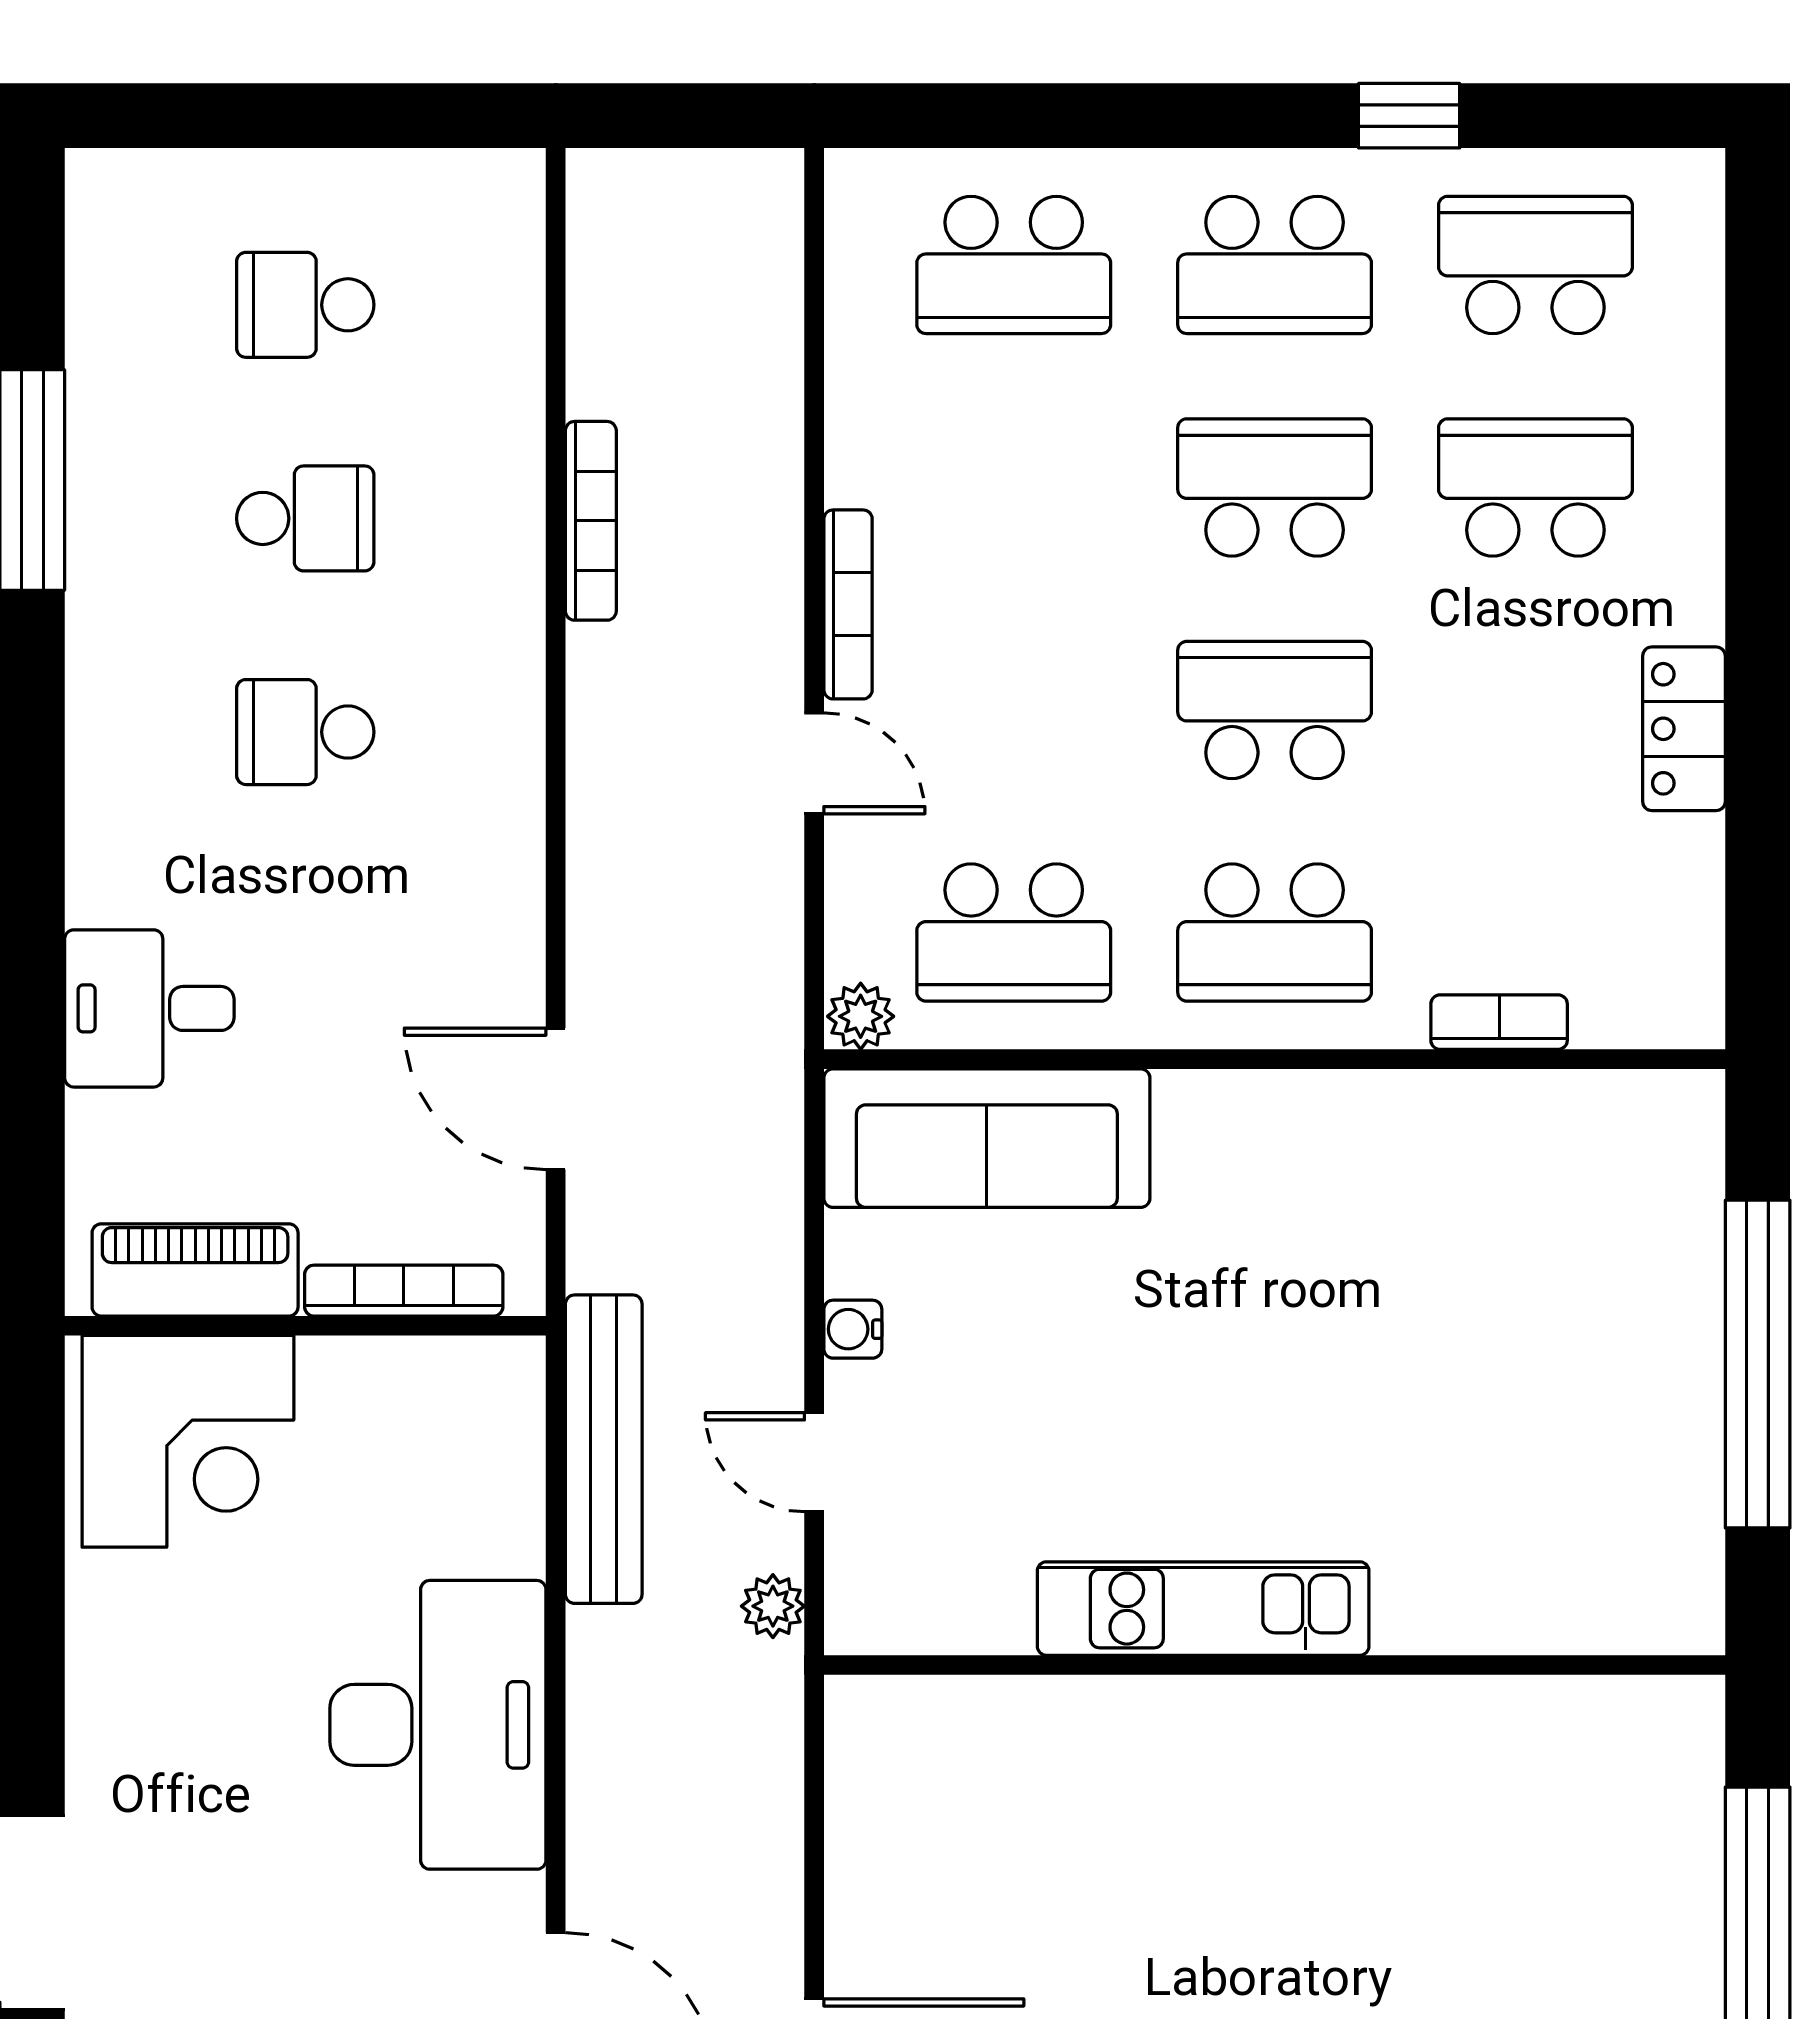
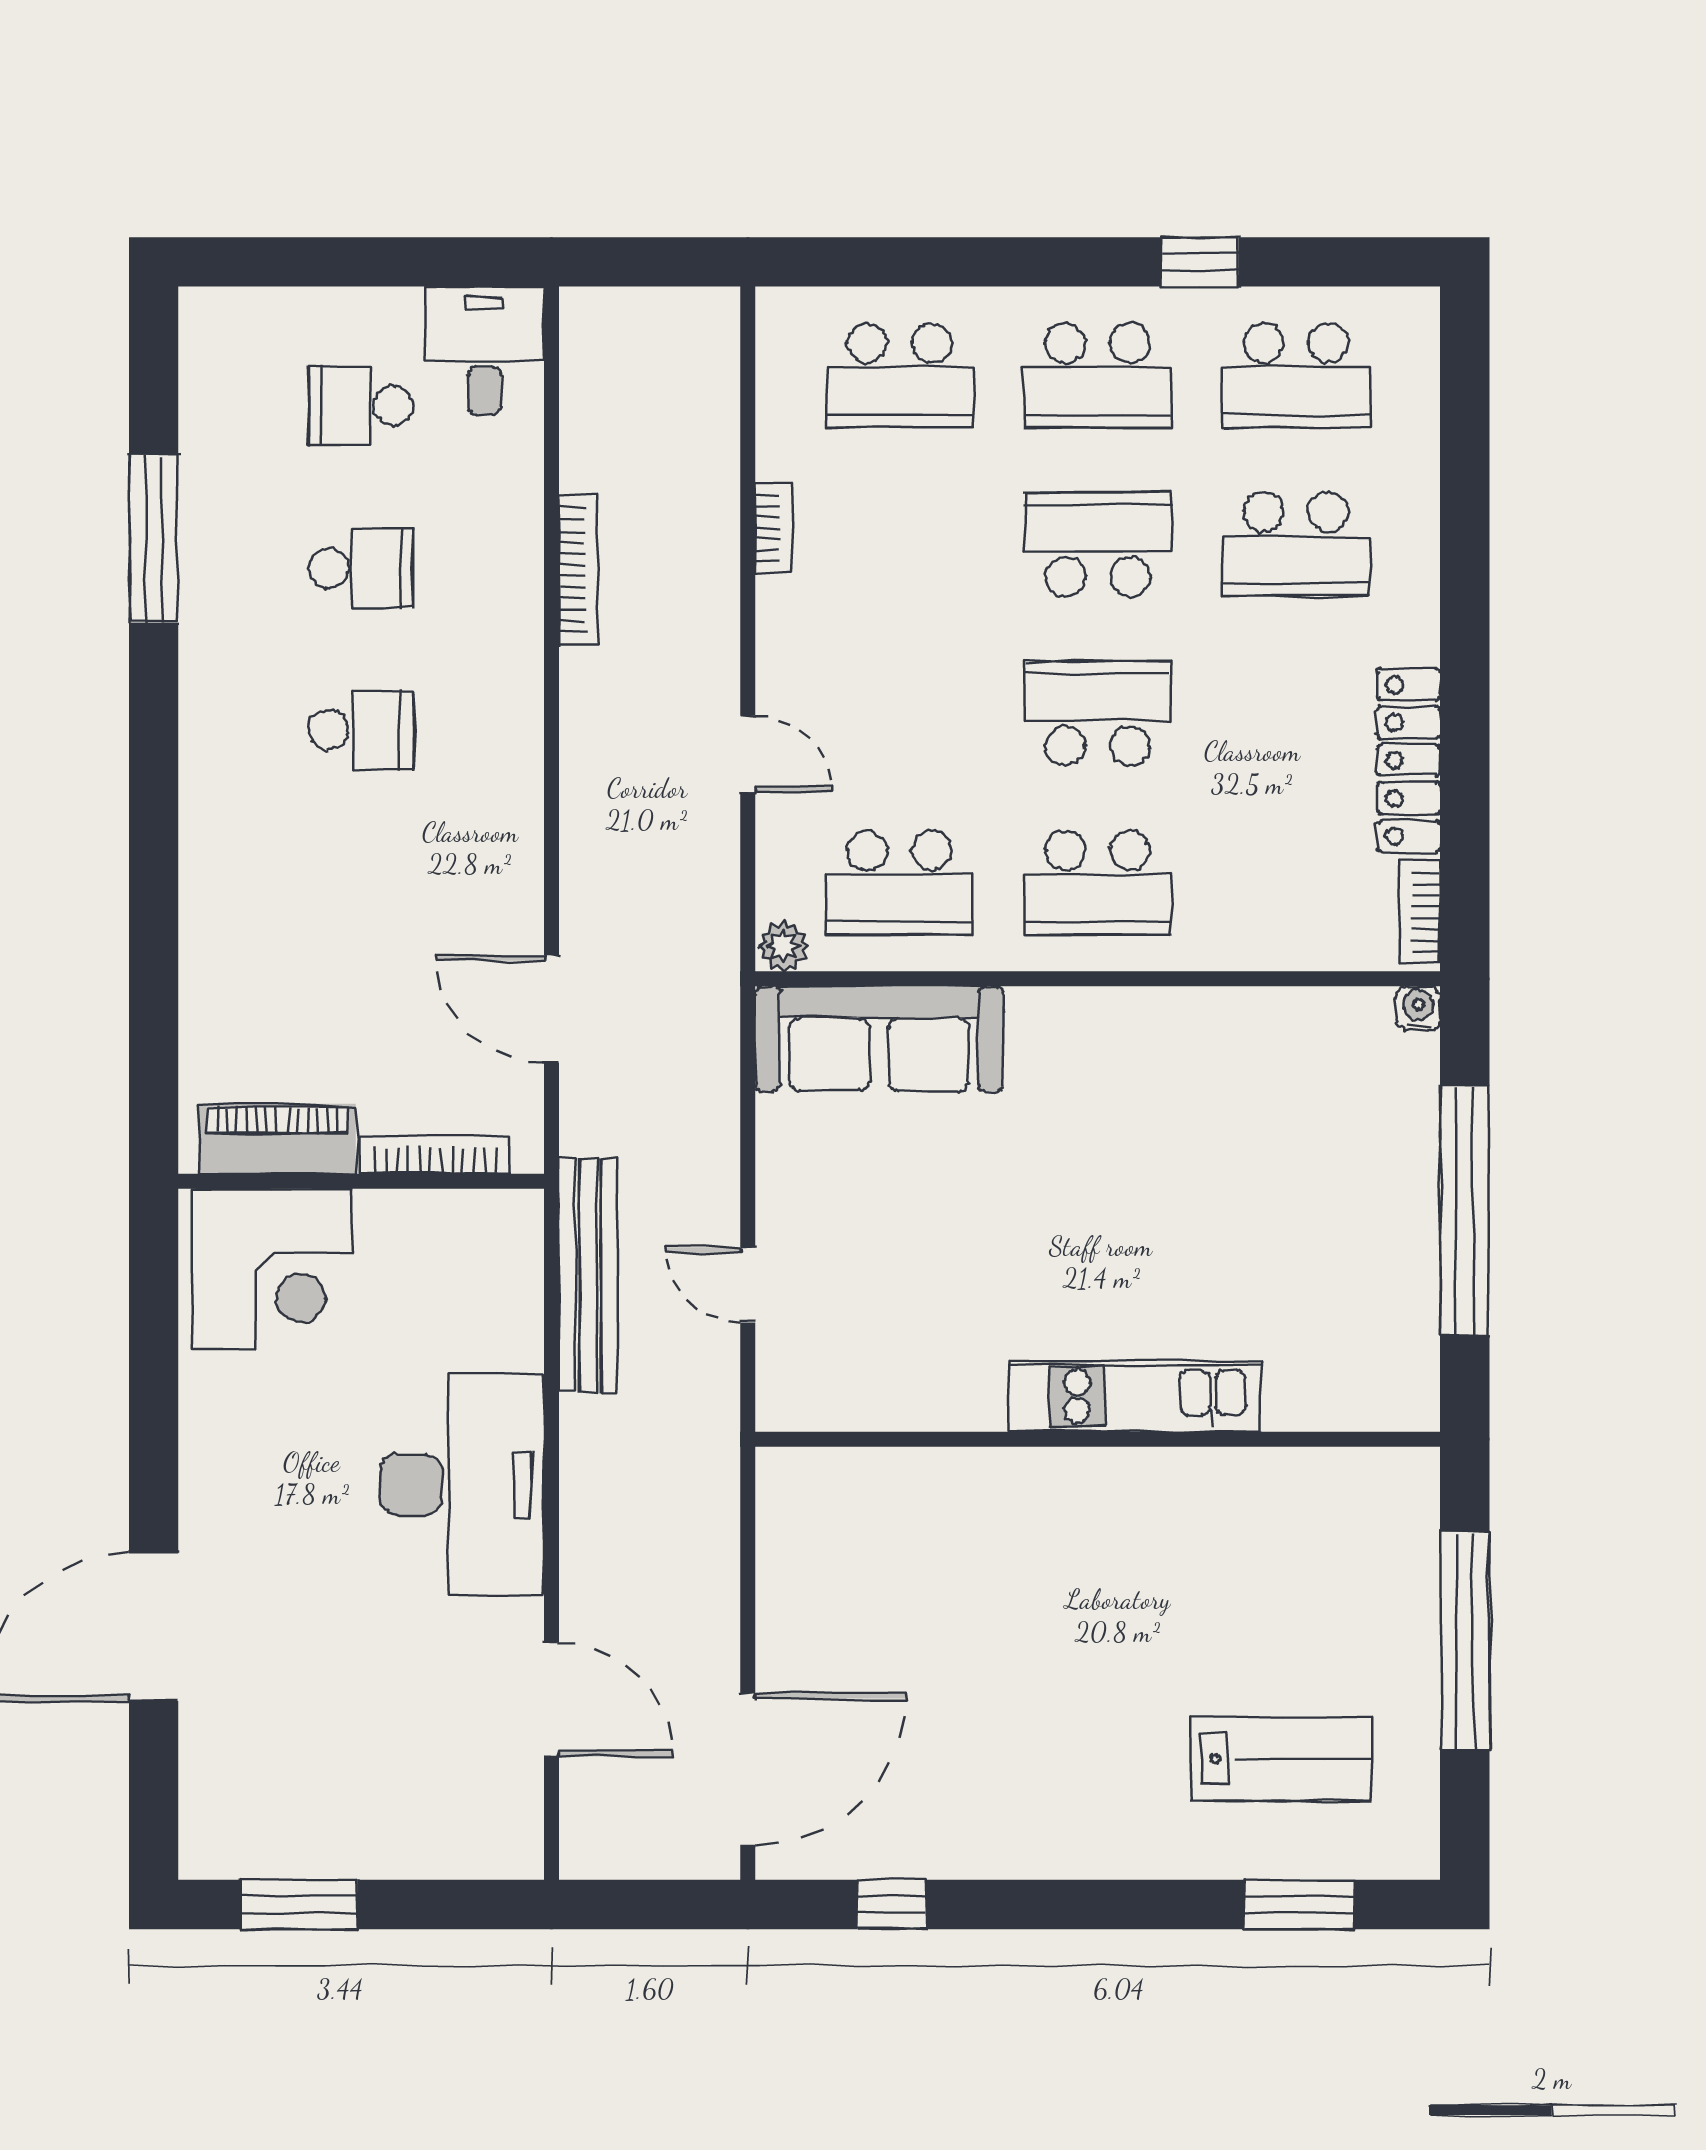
school desk: (1535, 265) -> (1296, 375), turned 180
school desk: (1535, 487) -> (1296, 544), turned 180
bookcase: (848, 604) -> (774, 528), moved, width x0.64
locker: (1684, 729) -> (1409, 760), width x1.53
school desk: (305, 732) -> (361, 730), turned 180
desk: (149, 1008) -> (484, 351), moved, turned 90
bookcase: (1499, 1022) -> (1420, 912), moved, turned -90
water cooler: (853, 1329) -> (1418, 1008), moved, turned 90
plant: (773, 1606) -> (716, 1394), removed
kitchen unit: (1203, 1609) -> (1135, 1396), moved

